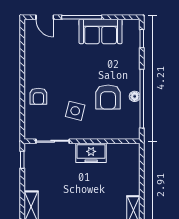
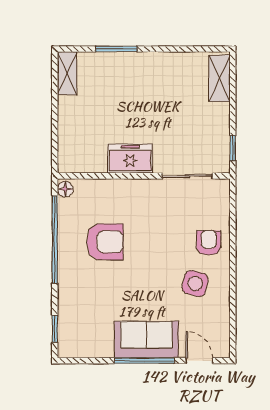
sofa: (101, 31) -> (146, 340), moved
floor lamp: (135, 96) -> (65, 189), moved
armchair: (108, 97) -> (105, 242), turned 90
side table: (75, 111) -> (195, 283), moved

